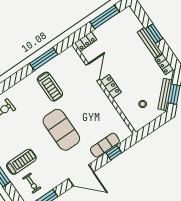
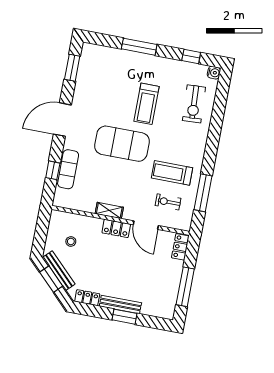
shelving: (105, 100) -> (109, 210), added
treadmill: (21, 162) -> (147, 104), moved
exercise bike: (32, 183) -> (168, 202), moved

